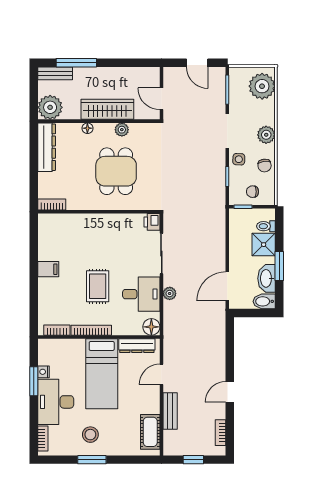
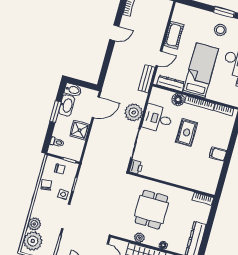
plant: (266, 135) -> (34, 224), moved
shower: (264, 245) -> (80, 130), moved
plant: (170, 293) -> (134, 112), width x1.88, depth x1.88
floor lamp: (151, 327) -> (178, 100), moved
bench: (170, 411) -> (147, 79), moved
cot: (150, 432) -> (174, 35), moved

